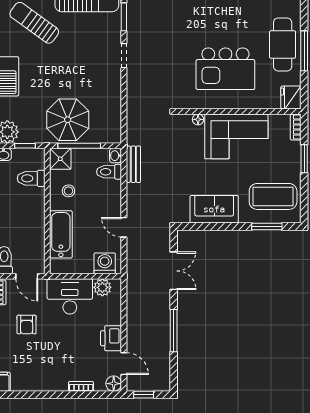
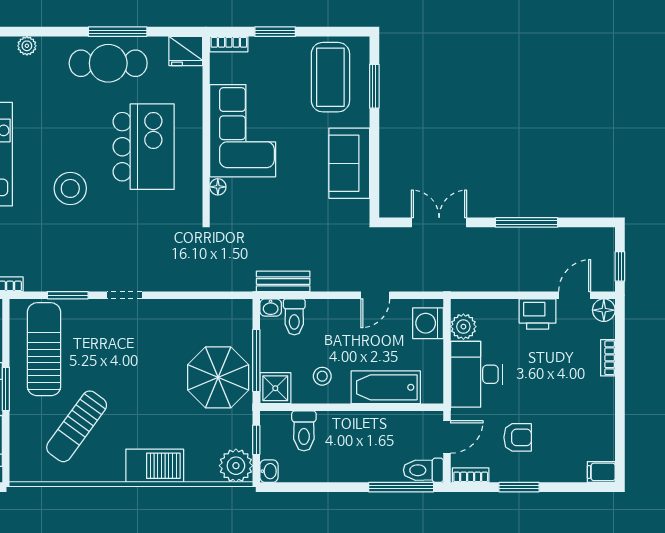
stool: (197, 19) -> (70, 188), added

